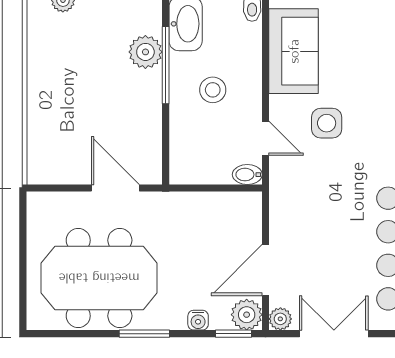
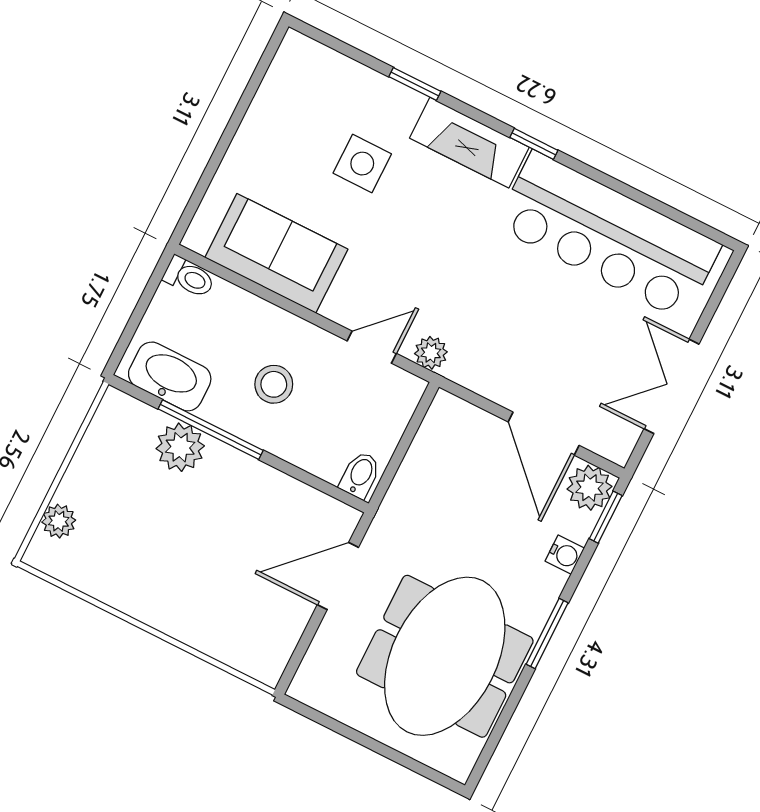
side table: (327, 123) -> (362, 164), moved
bidet: (247, 175) -> (360, 475), moved, turned 180
plant: (280, 319) -> (431, 353), moved

